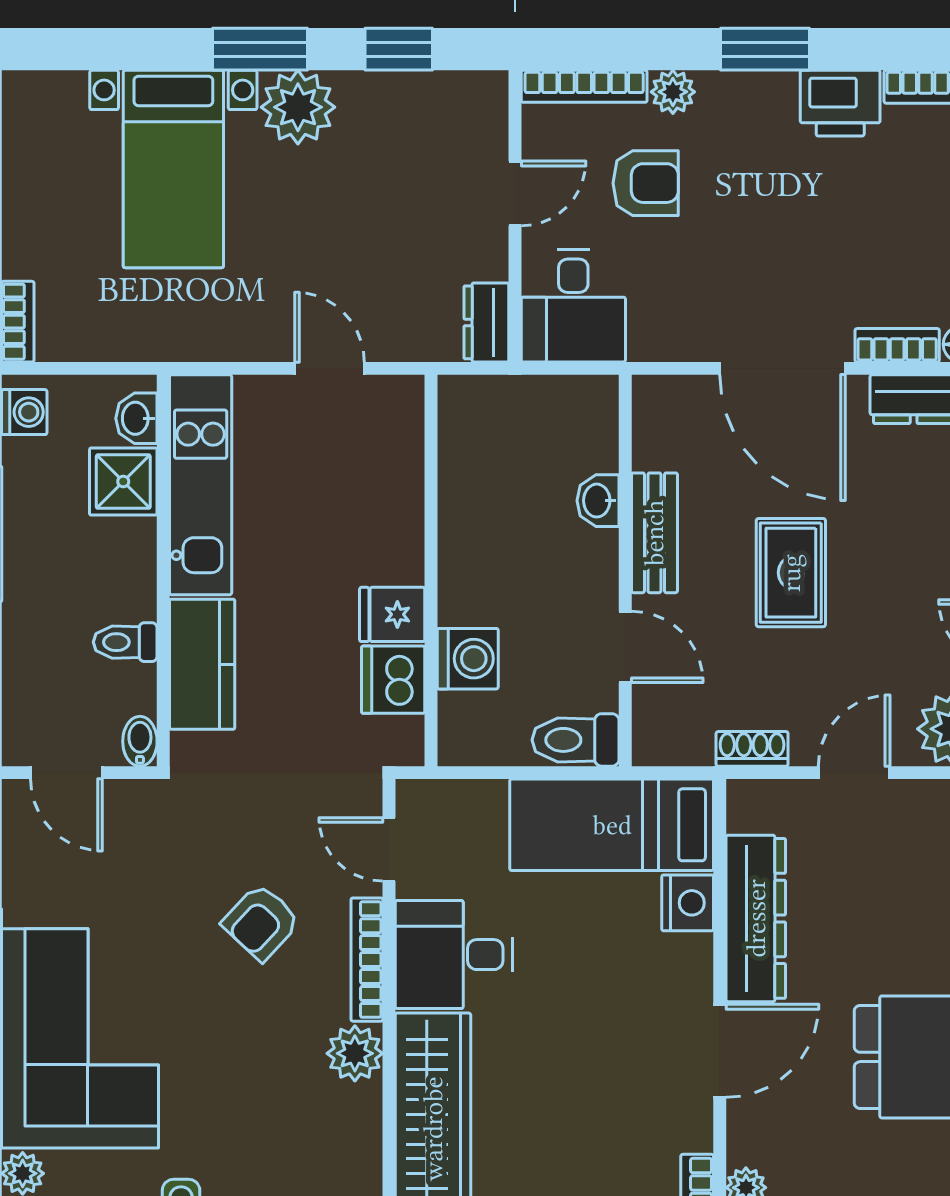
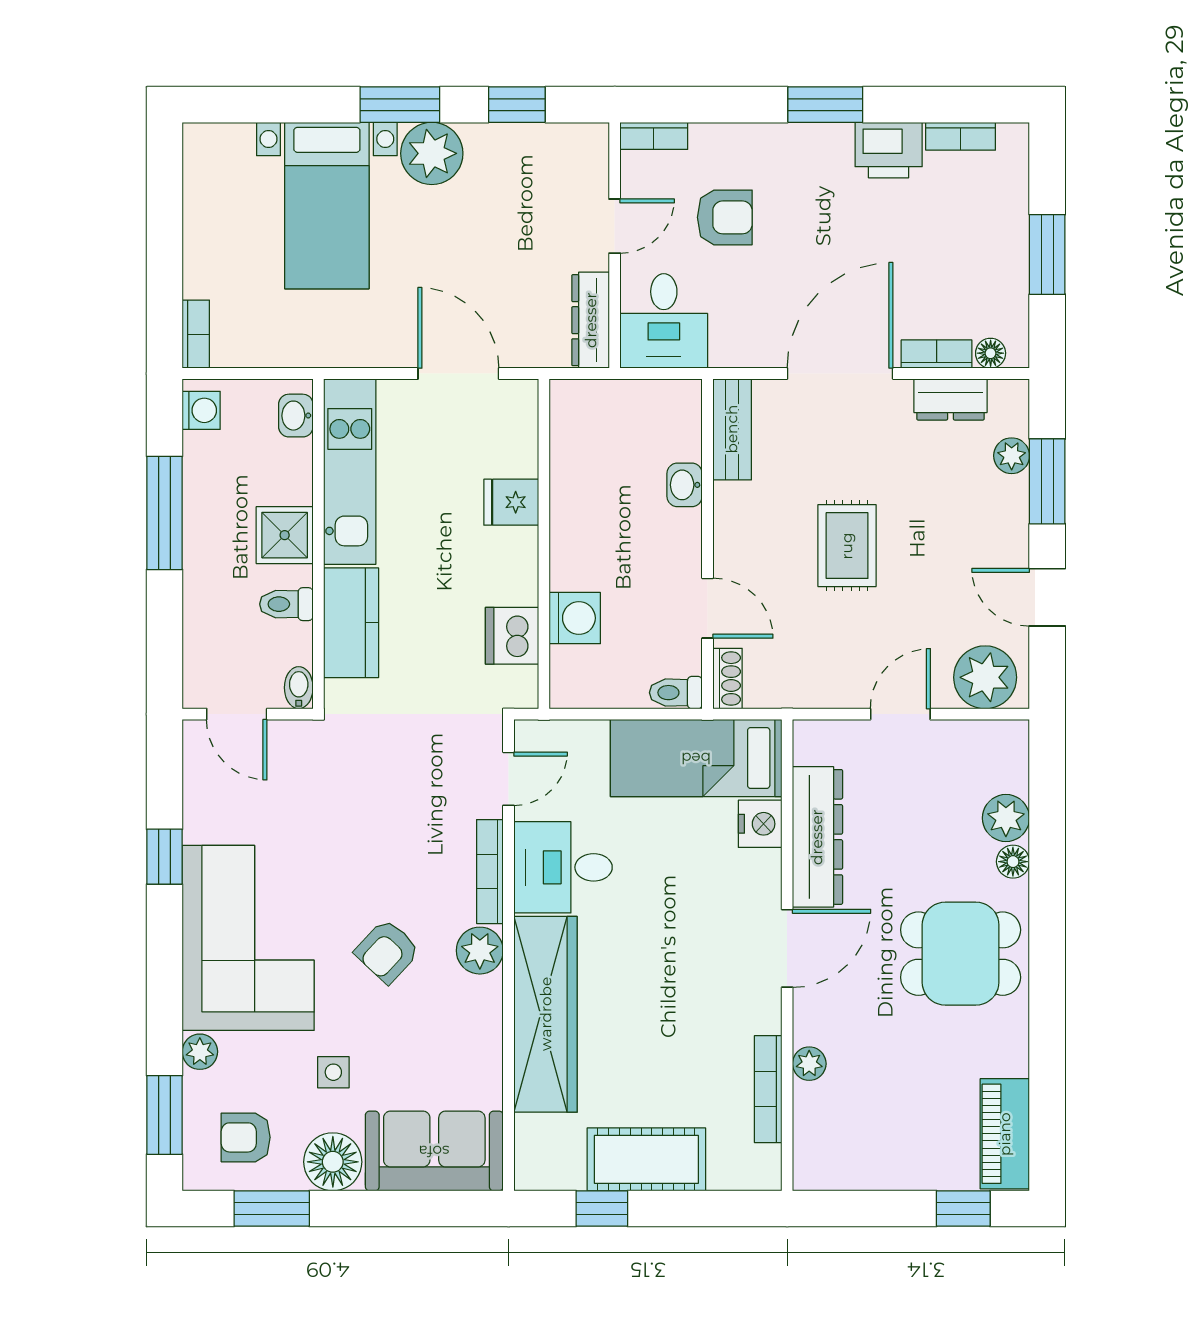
bookcase: (584, 86) -> (654, 136), width x0.64
plant: (673, 92) -> (748, 141), removed
dresser: (486, 322) -> (591, 320), width x1.44
door: (329, 368) -> (458, 374), width x1.37
door: (783, 368) -> (840, 374), swing flipped
shower: (123, 482) -> (285, 535), moved
bench: (654, 533) -> (732, 429), moved
fridge: (392, 614) -> (511, 502), moved
toilet: (576, 740) -> (676, 693), width x0.73, depth x0.72
shoe rack: (752, 749) -> (728, 679), moved, turned 90
door: (389, 849) -> (509, 779), swing flipped
armchair: (261, 922) -> (387, 951), moved

